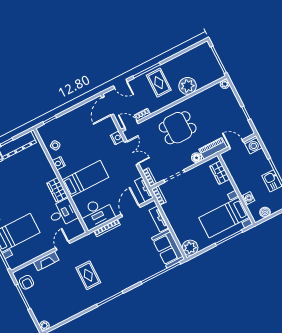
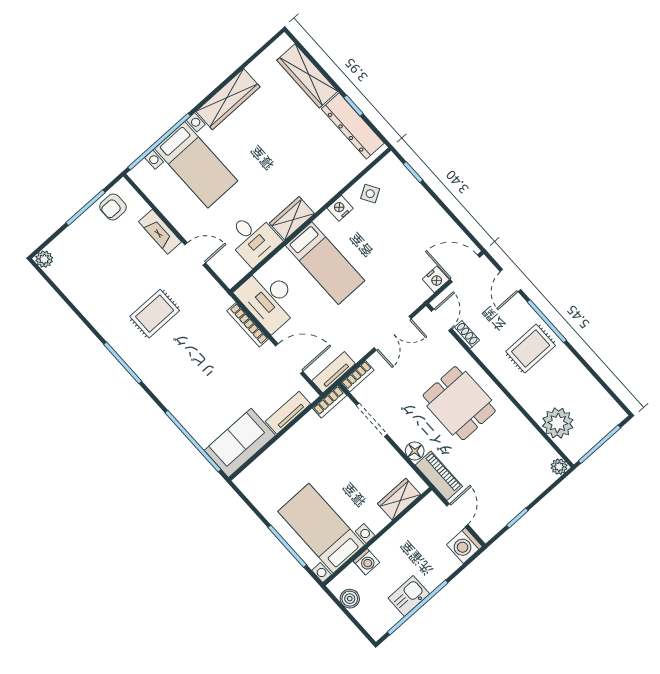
plant: (188, 86) -> (558, 423), moved
nightstand: (117, 138) -> (436, 279), moved
plant: (190, 248) -> (251, 482), removed

